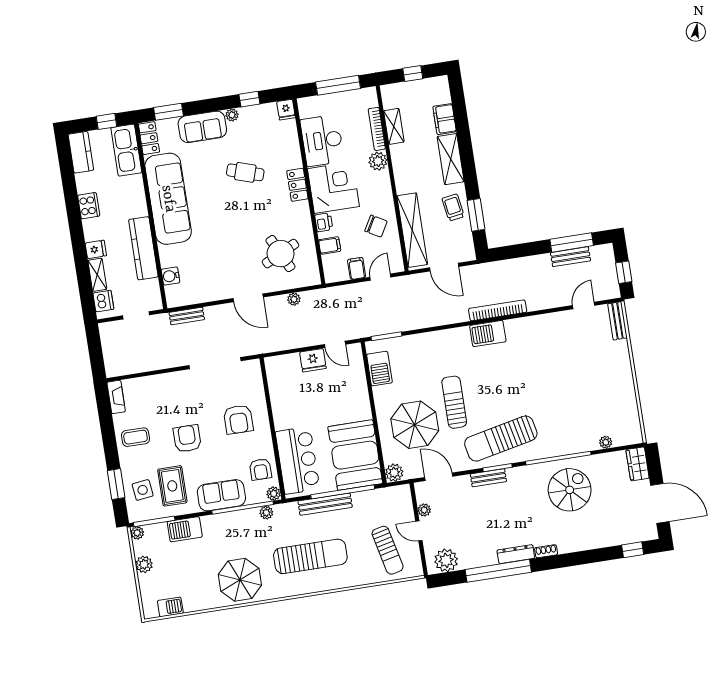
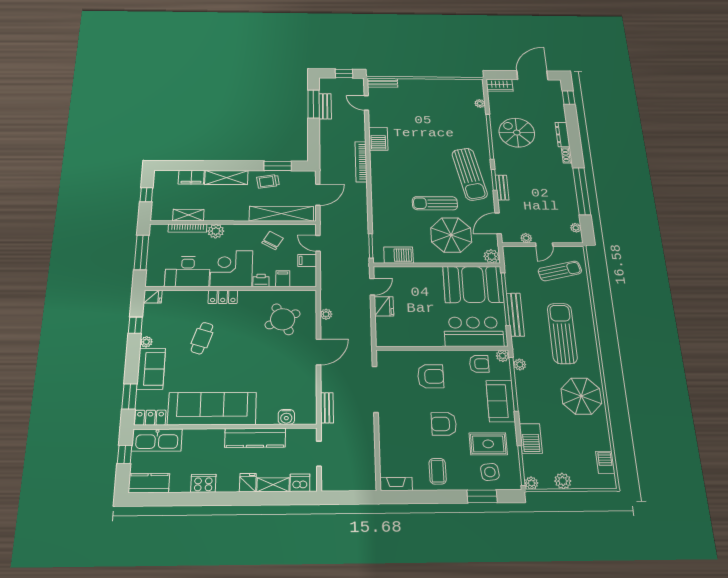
barbecue: (488, 334) -> (378, 139), moved
dresser: (516, 554) -> (563, 135), moved
plant: (446, 560) -> (576, 228), width x0.53, depth x0.53

